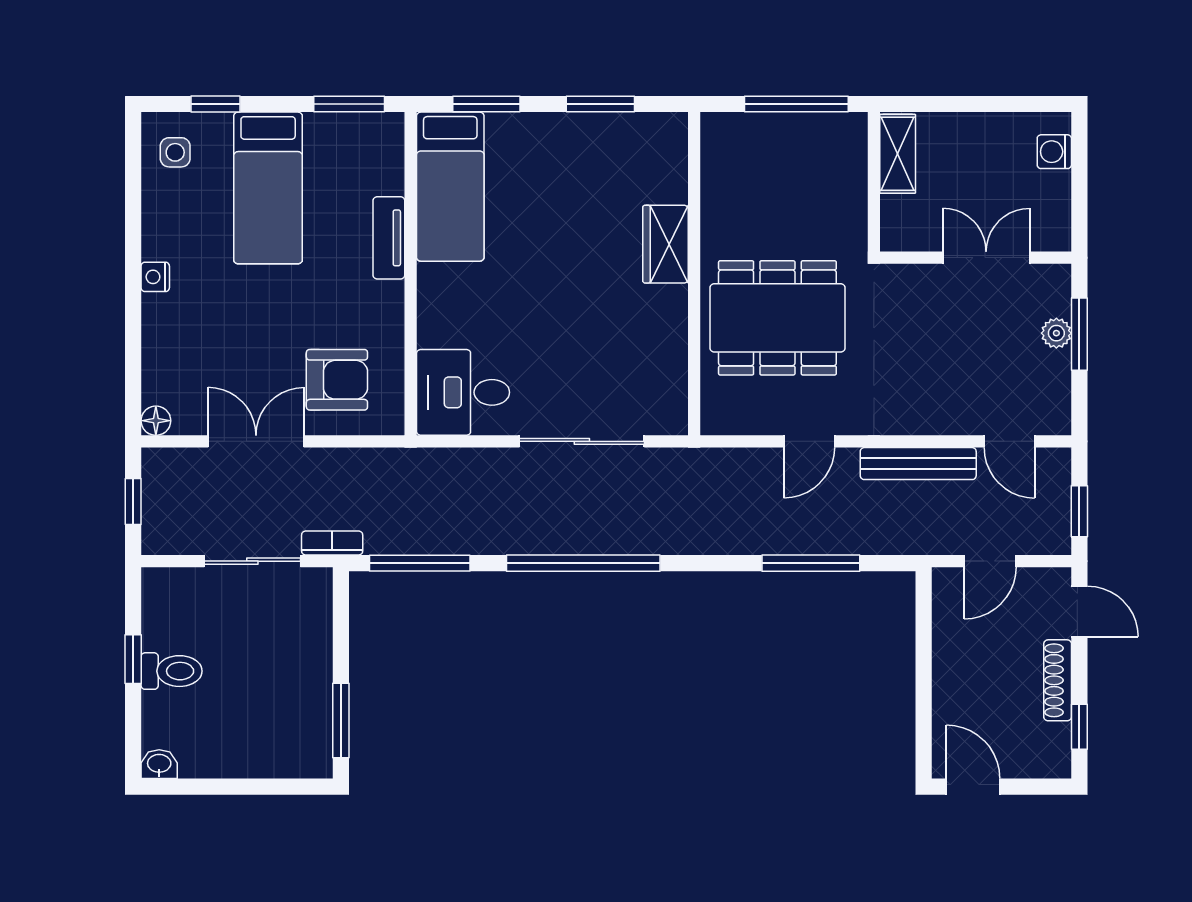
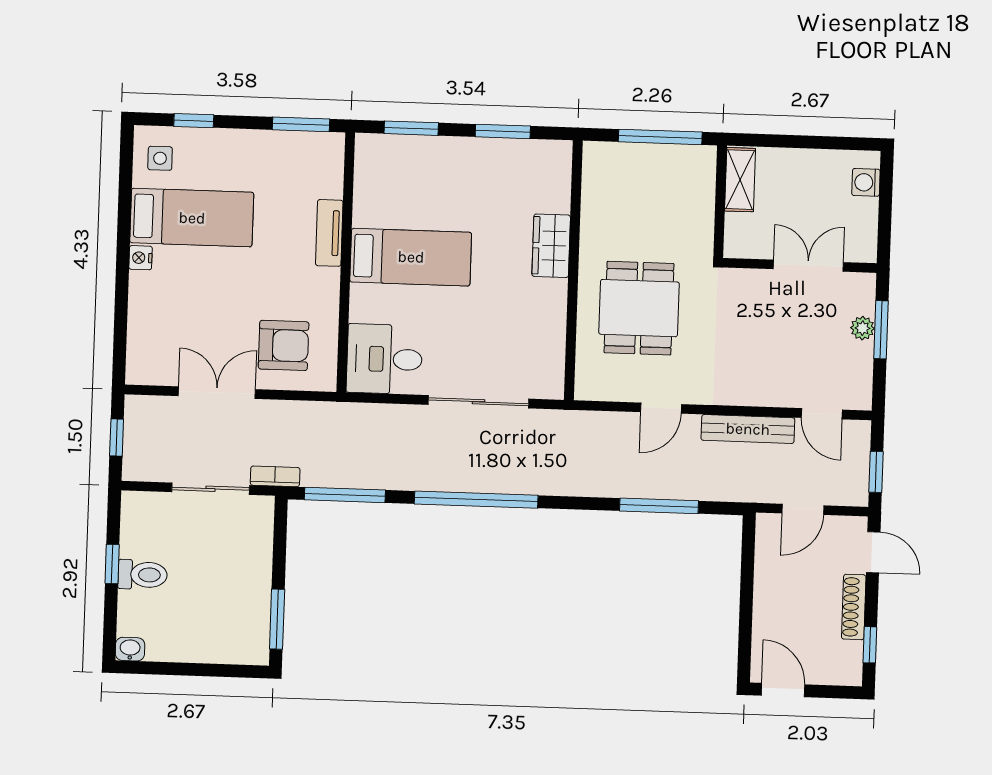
bed: (450, 187) -> (411, 257), moved, turned -90
bed: (268, 188) -> (192, 218), moved, turned -90
dining table: (777, 318) -> (639, 308), width x0.73
floor lamp: (156, 421) -> (137, 373), removed

